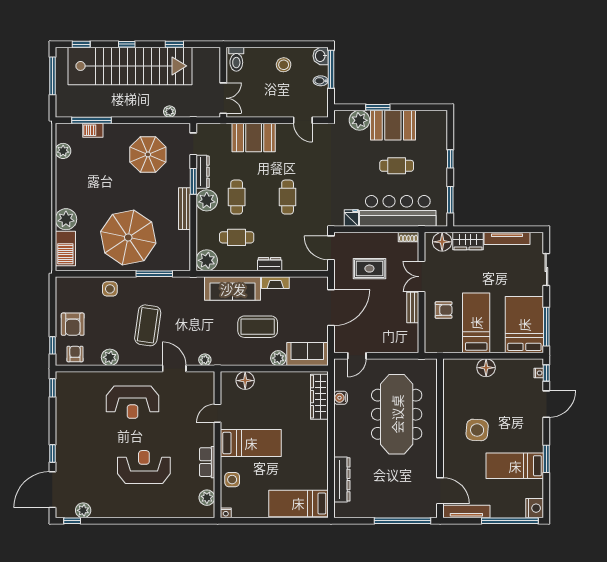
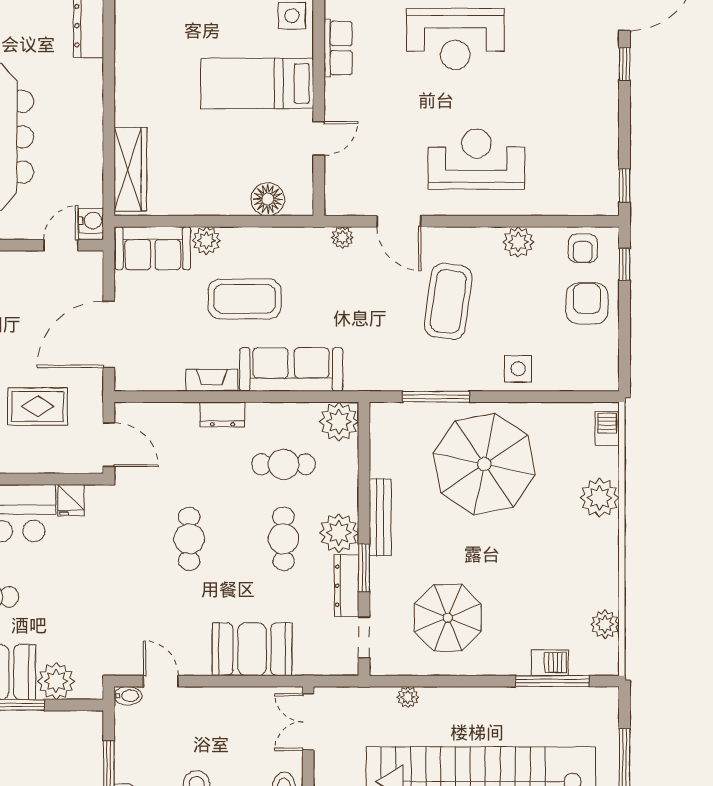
bidet: (321, 81) -> (128, 696), moved
barbecue: (65, 249) -> (607, 428), width x0.53, depth x0.65
water cooler: (341, 398) -> (91, 221), moved

